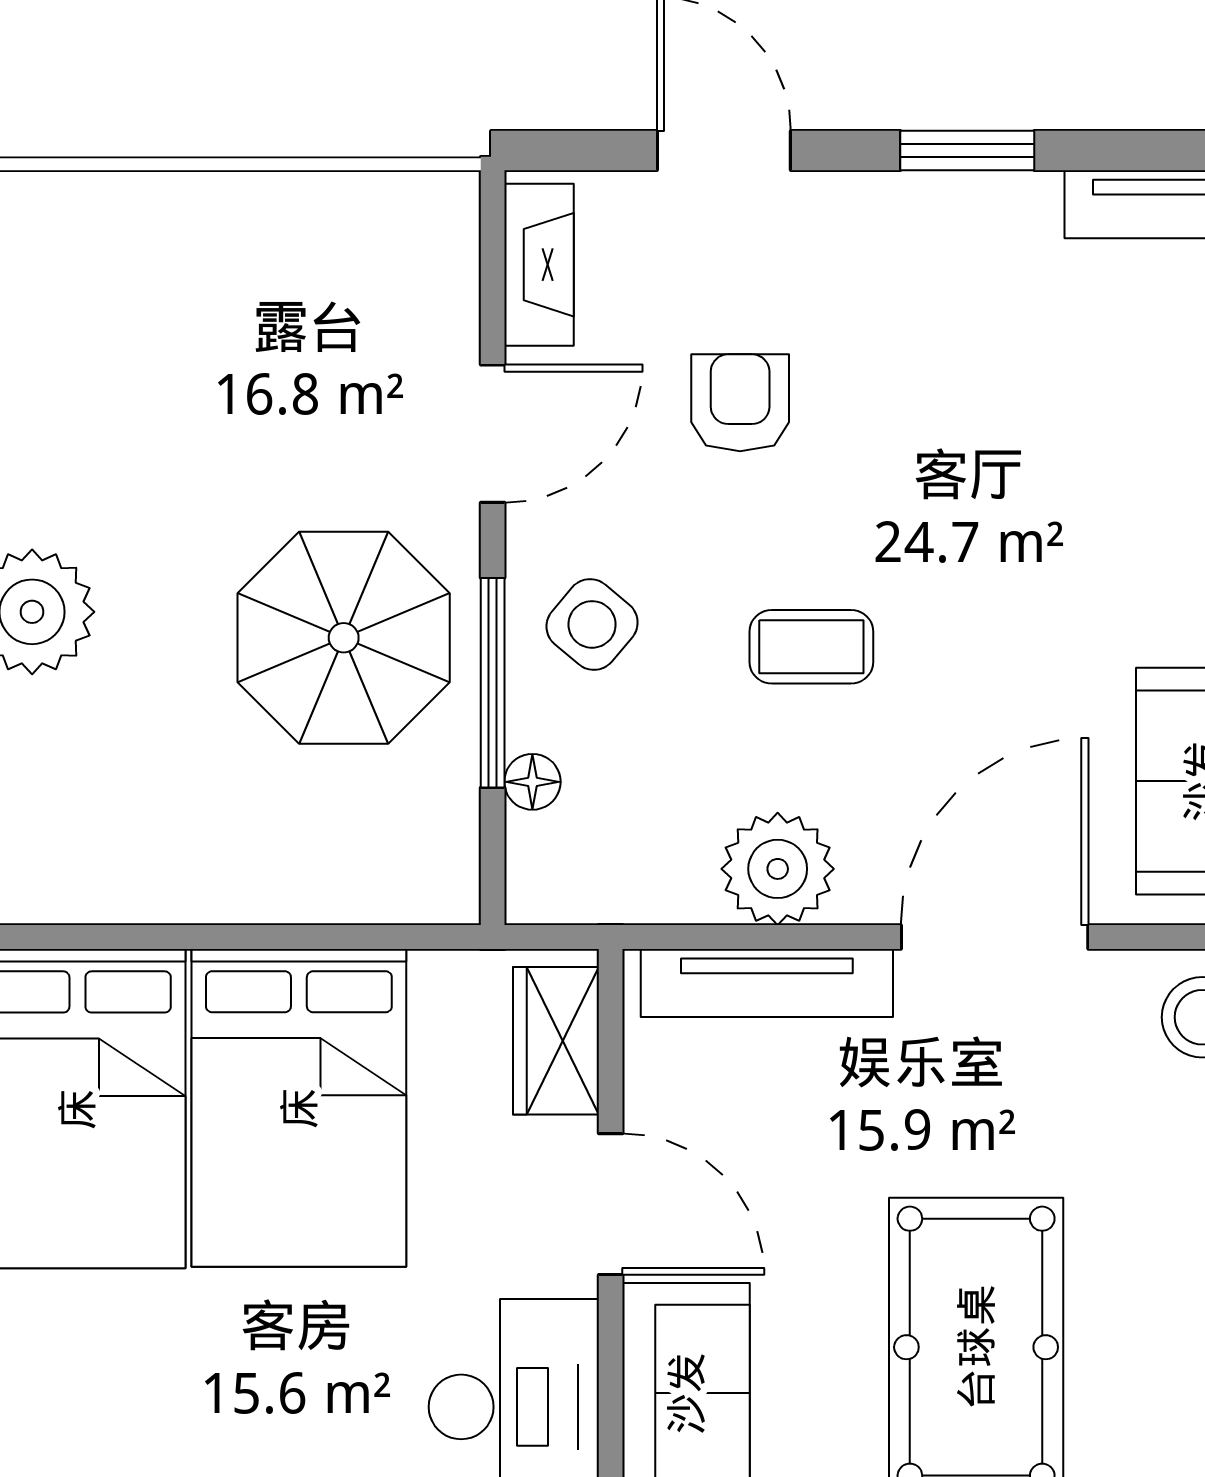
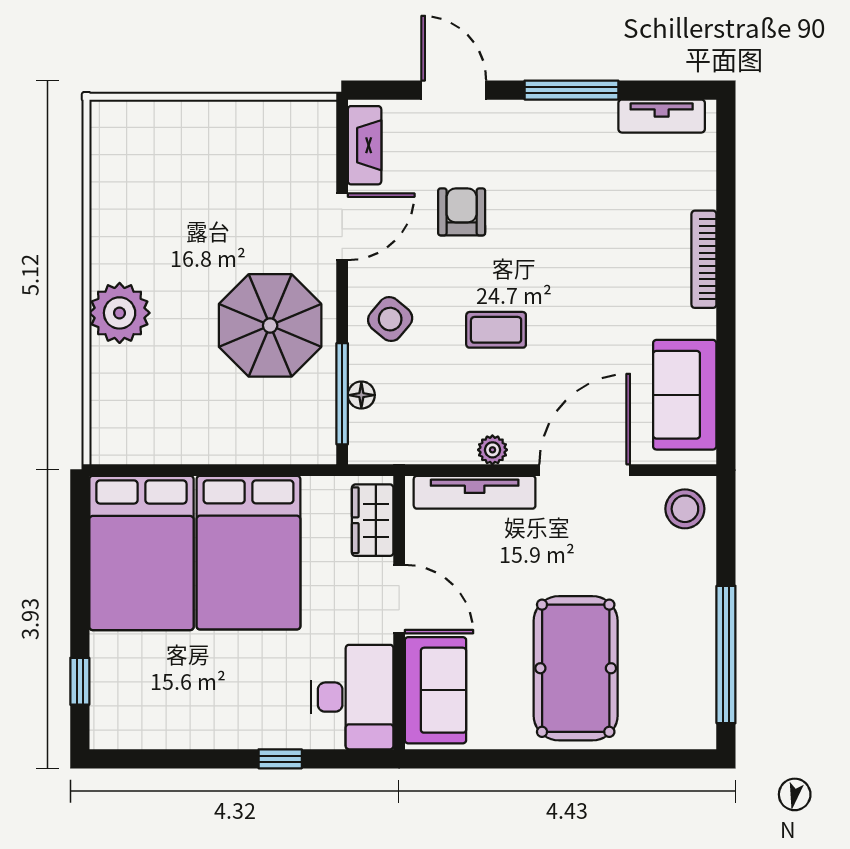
window: (967, 150) -> (571, 90), width x1.44
window: (493, 683) -> (342, 394), moved
plant: (778, 869) -> (492, 450), width x0.53, depth x0.53

